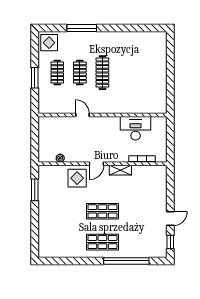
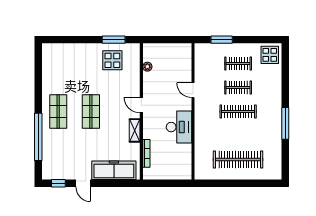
window: (82, 28) -> (285, 123), moved
clothes rail: (148, 73) -> (238, 159), added
window: (35, 78) -> (222, 40), moved
door: (82, 115) -> (193, 90), swing flipped
desk: (136, 128) -> (179, 127), moved
display table: (77, 178) -> (112, 60), moved
freezer: (158, 190) -> (114, 170), added

